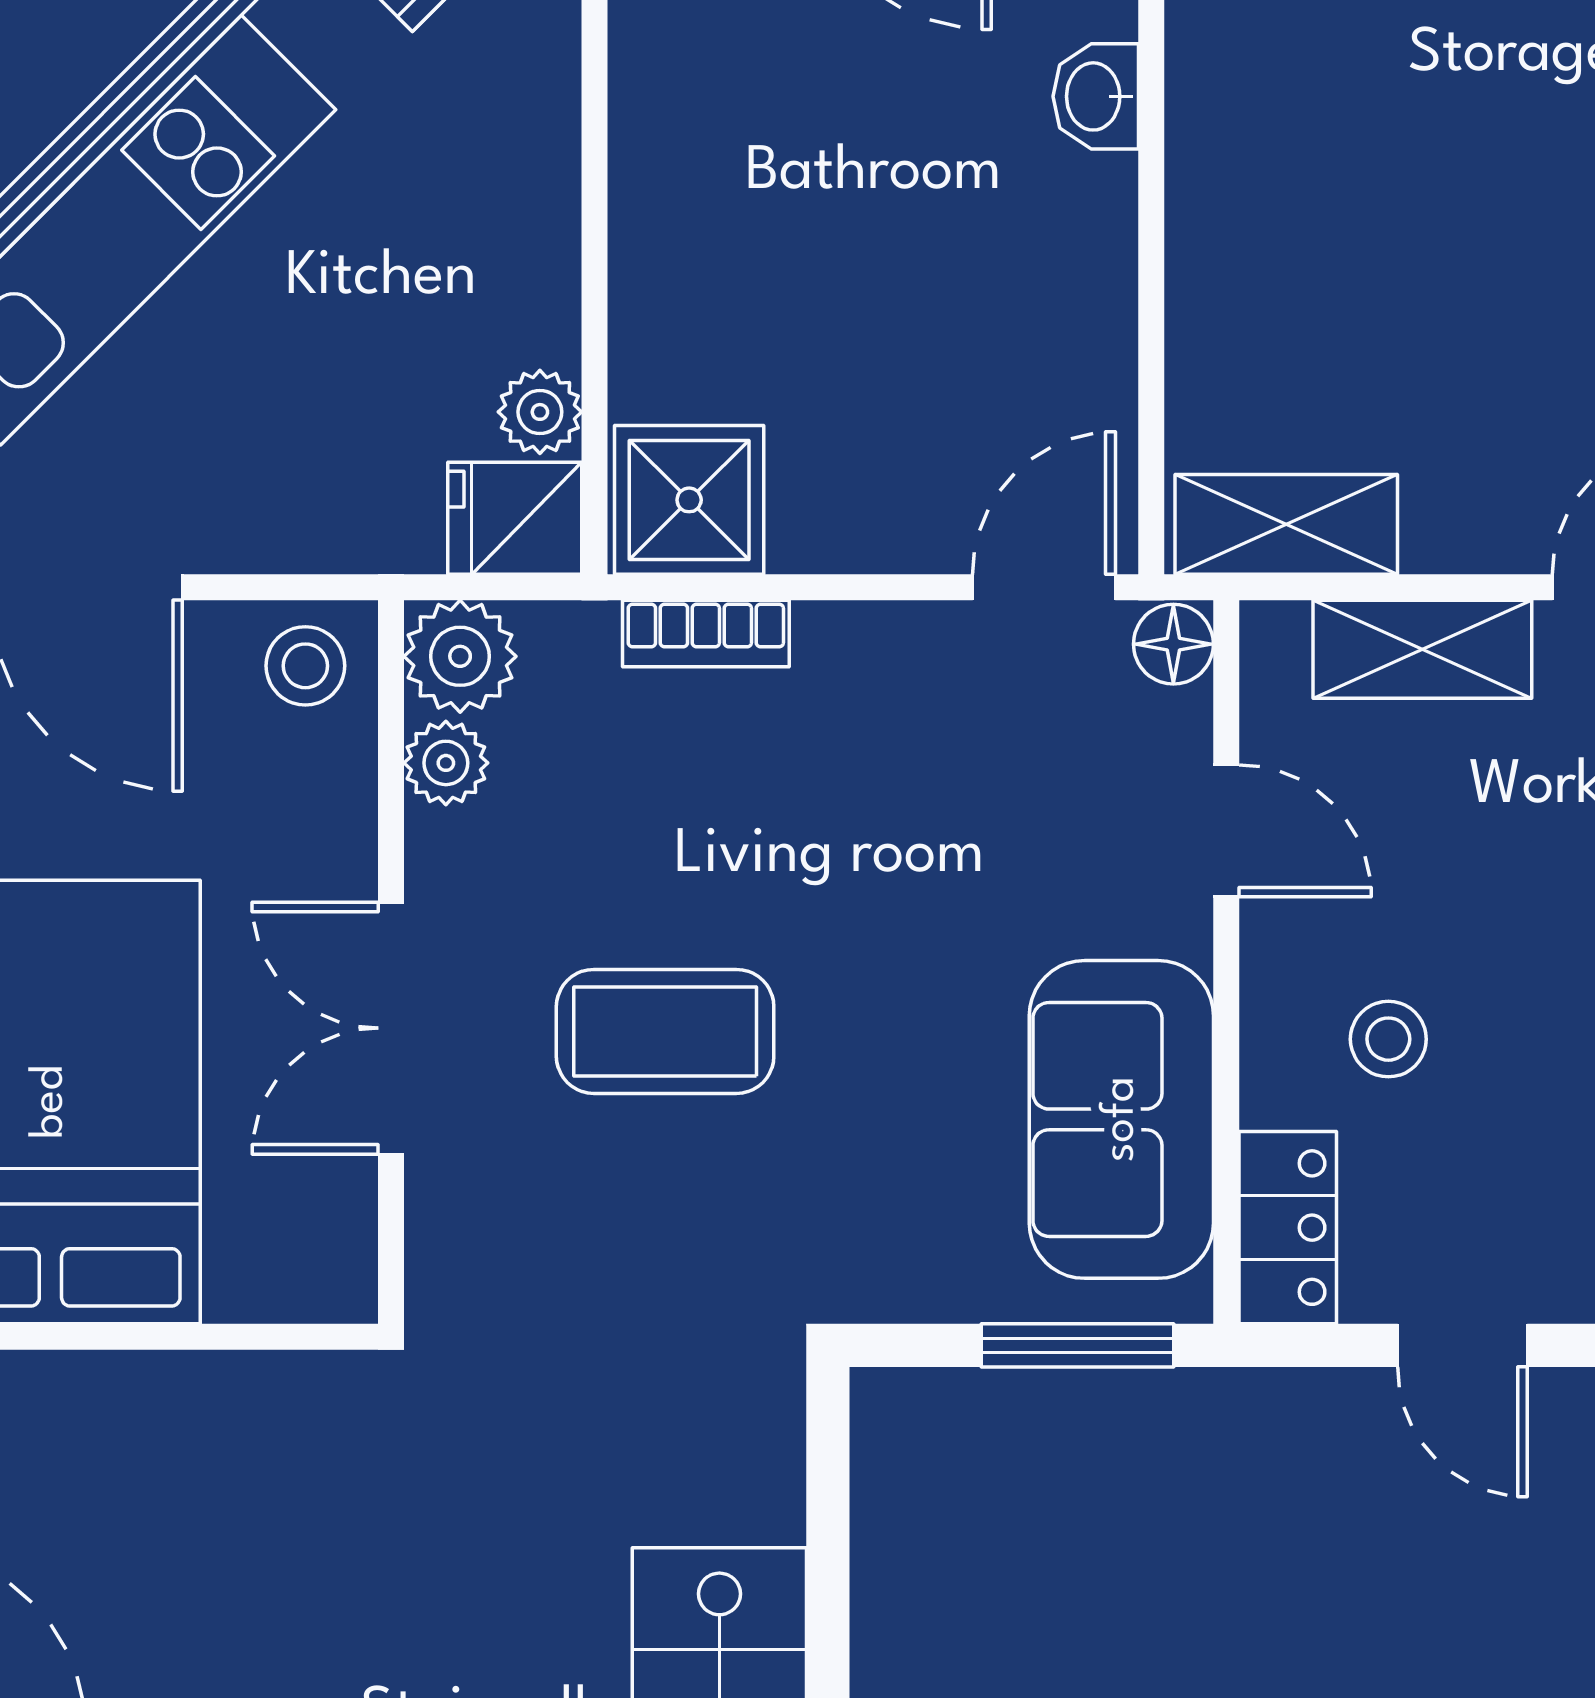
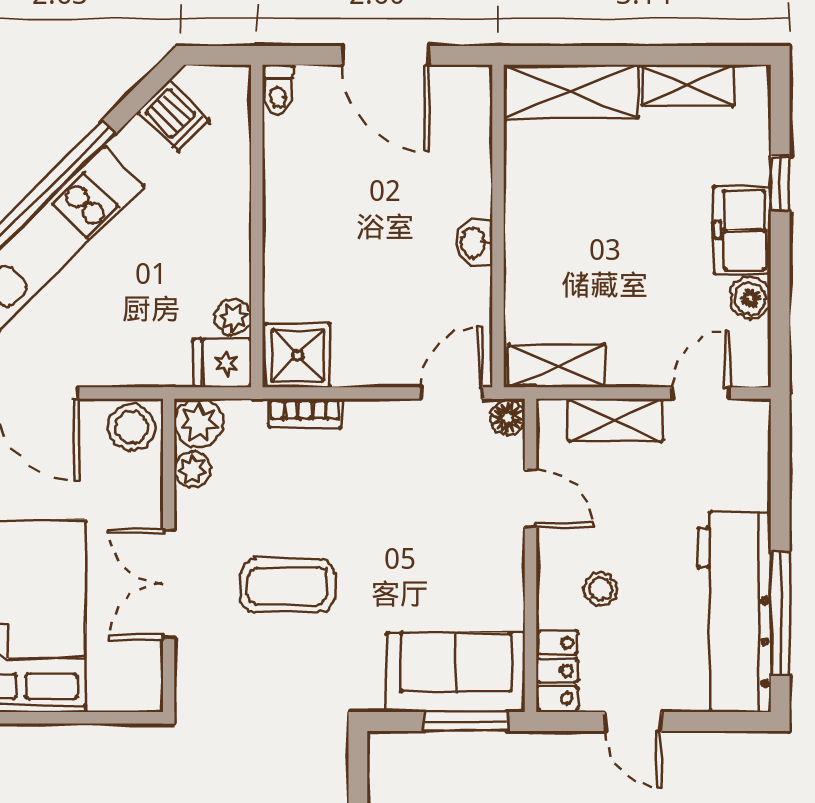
washbasin: (1096, 96) -> (474, 243), moved
stool: (305, 666) -> (132, 427), width x1.37, depth x1.37
sofa: (1121, 1119) -> (456, 672), moved, turned 90

